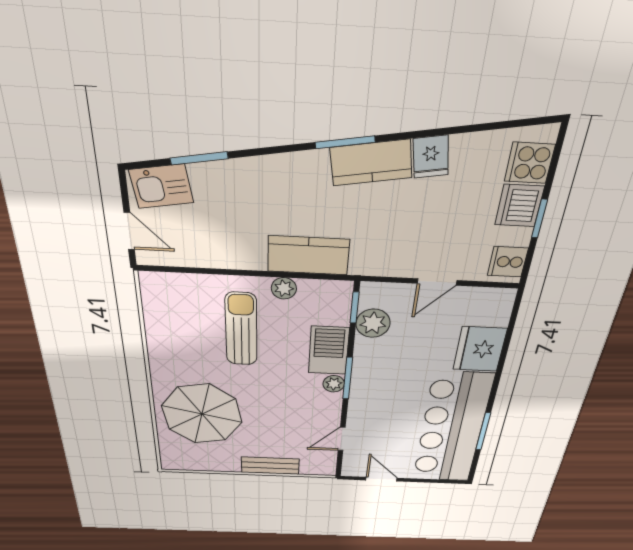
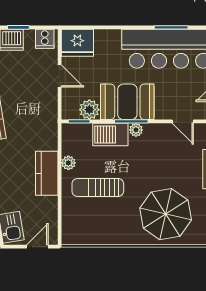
kitchen counter: (308, 255) -> (47, 173), moved
fridge: (480, 349) -> (77, 43), moved
booth: (379, 375) -> (127, 102), added

